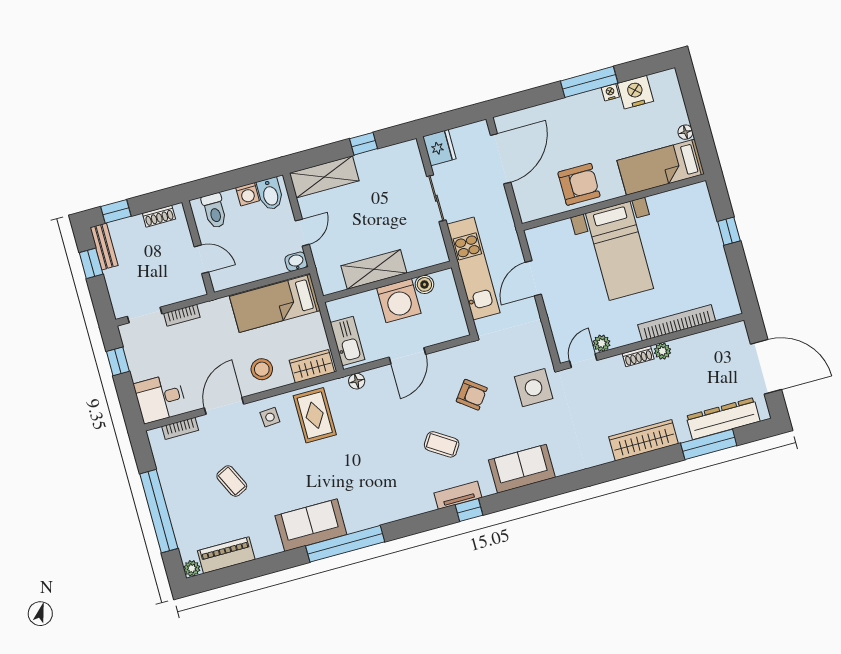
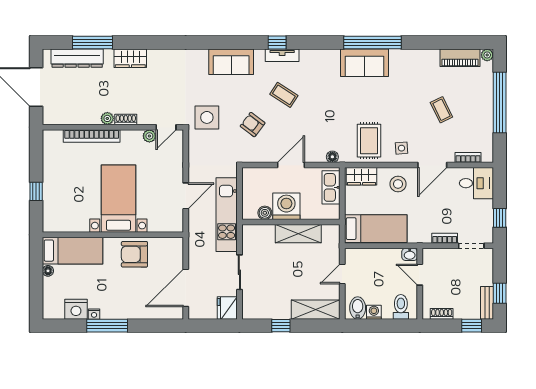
washbasin: (296, 262) -> (410, 254), moved
wardrobe: (644, 440) -> (130, 58), width x0.67
sofa: (311, 525) -> (365, 63), moved

